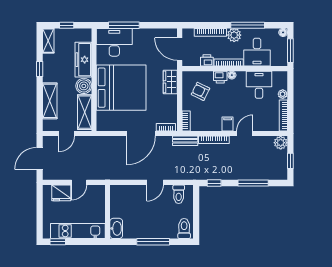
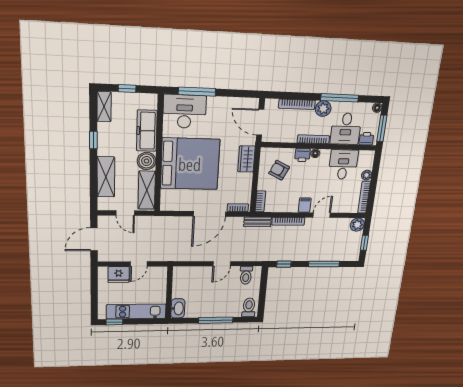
printer: (207, 60) -> (366, 139), moved
door: (66, 133) -> (125, 213), hinge flipped

